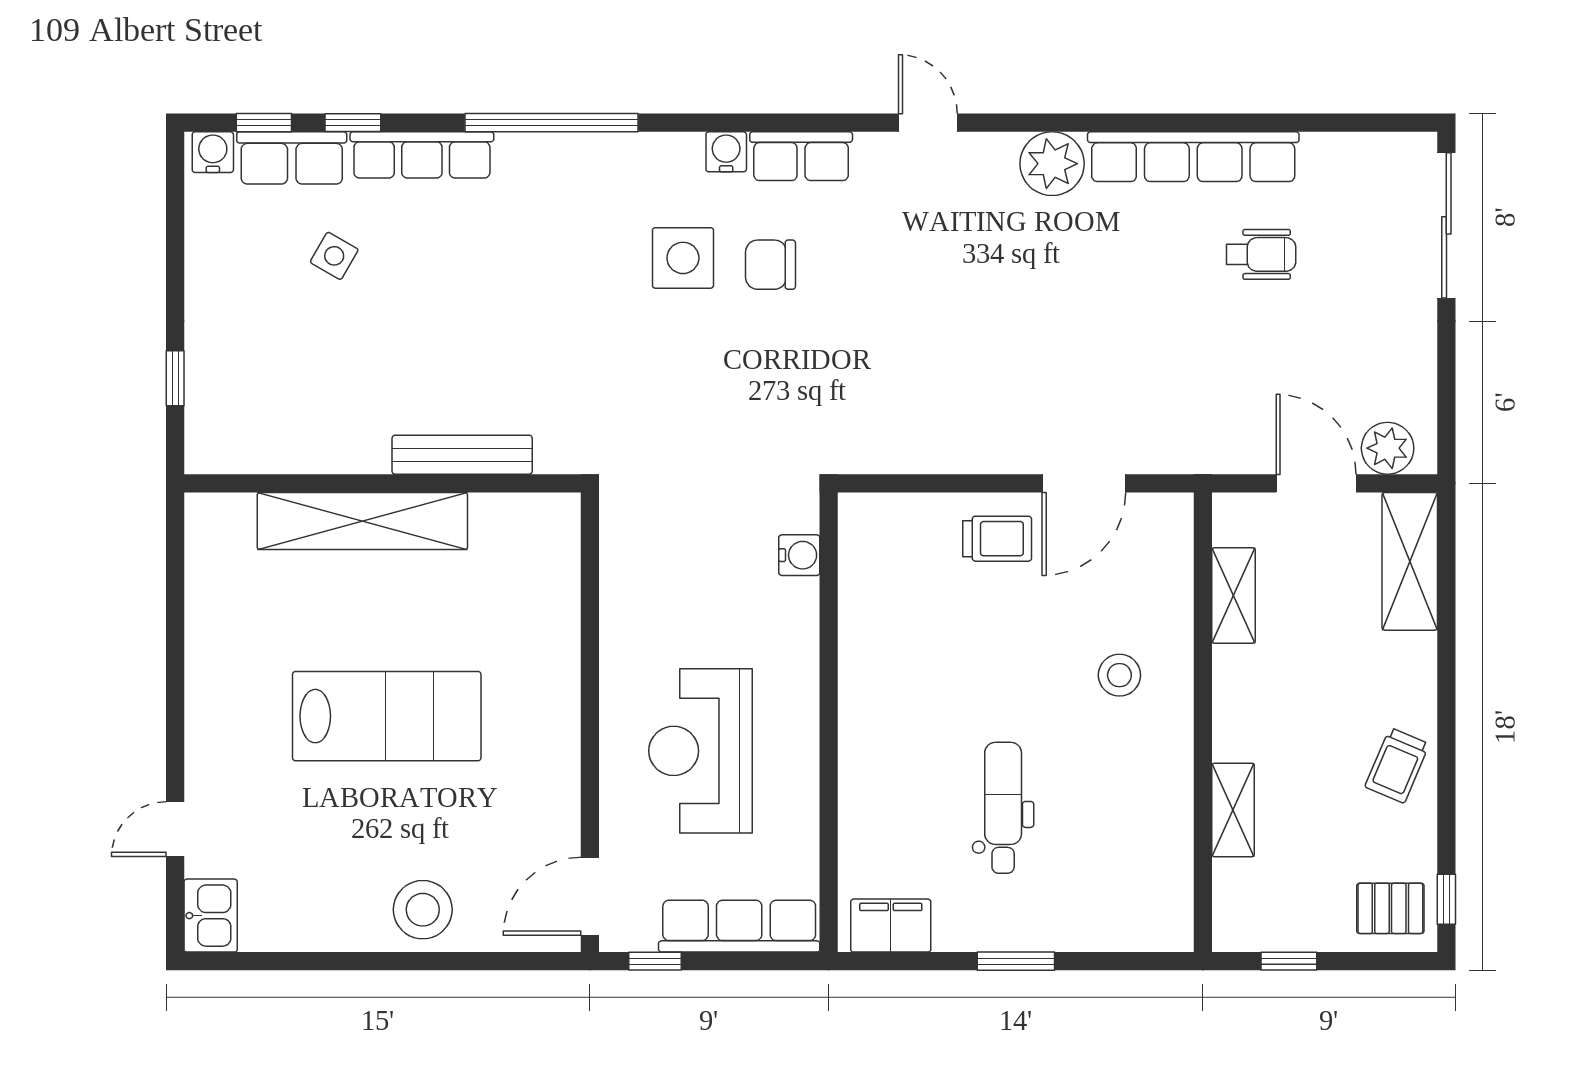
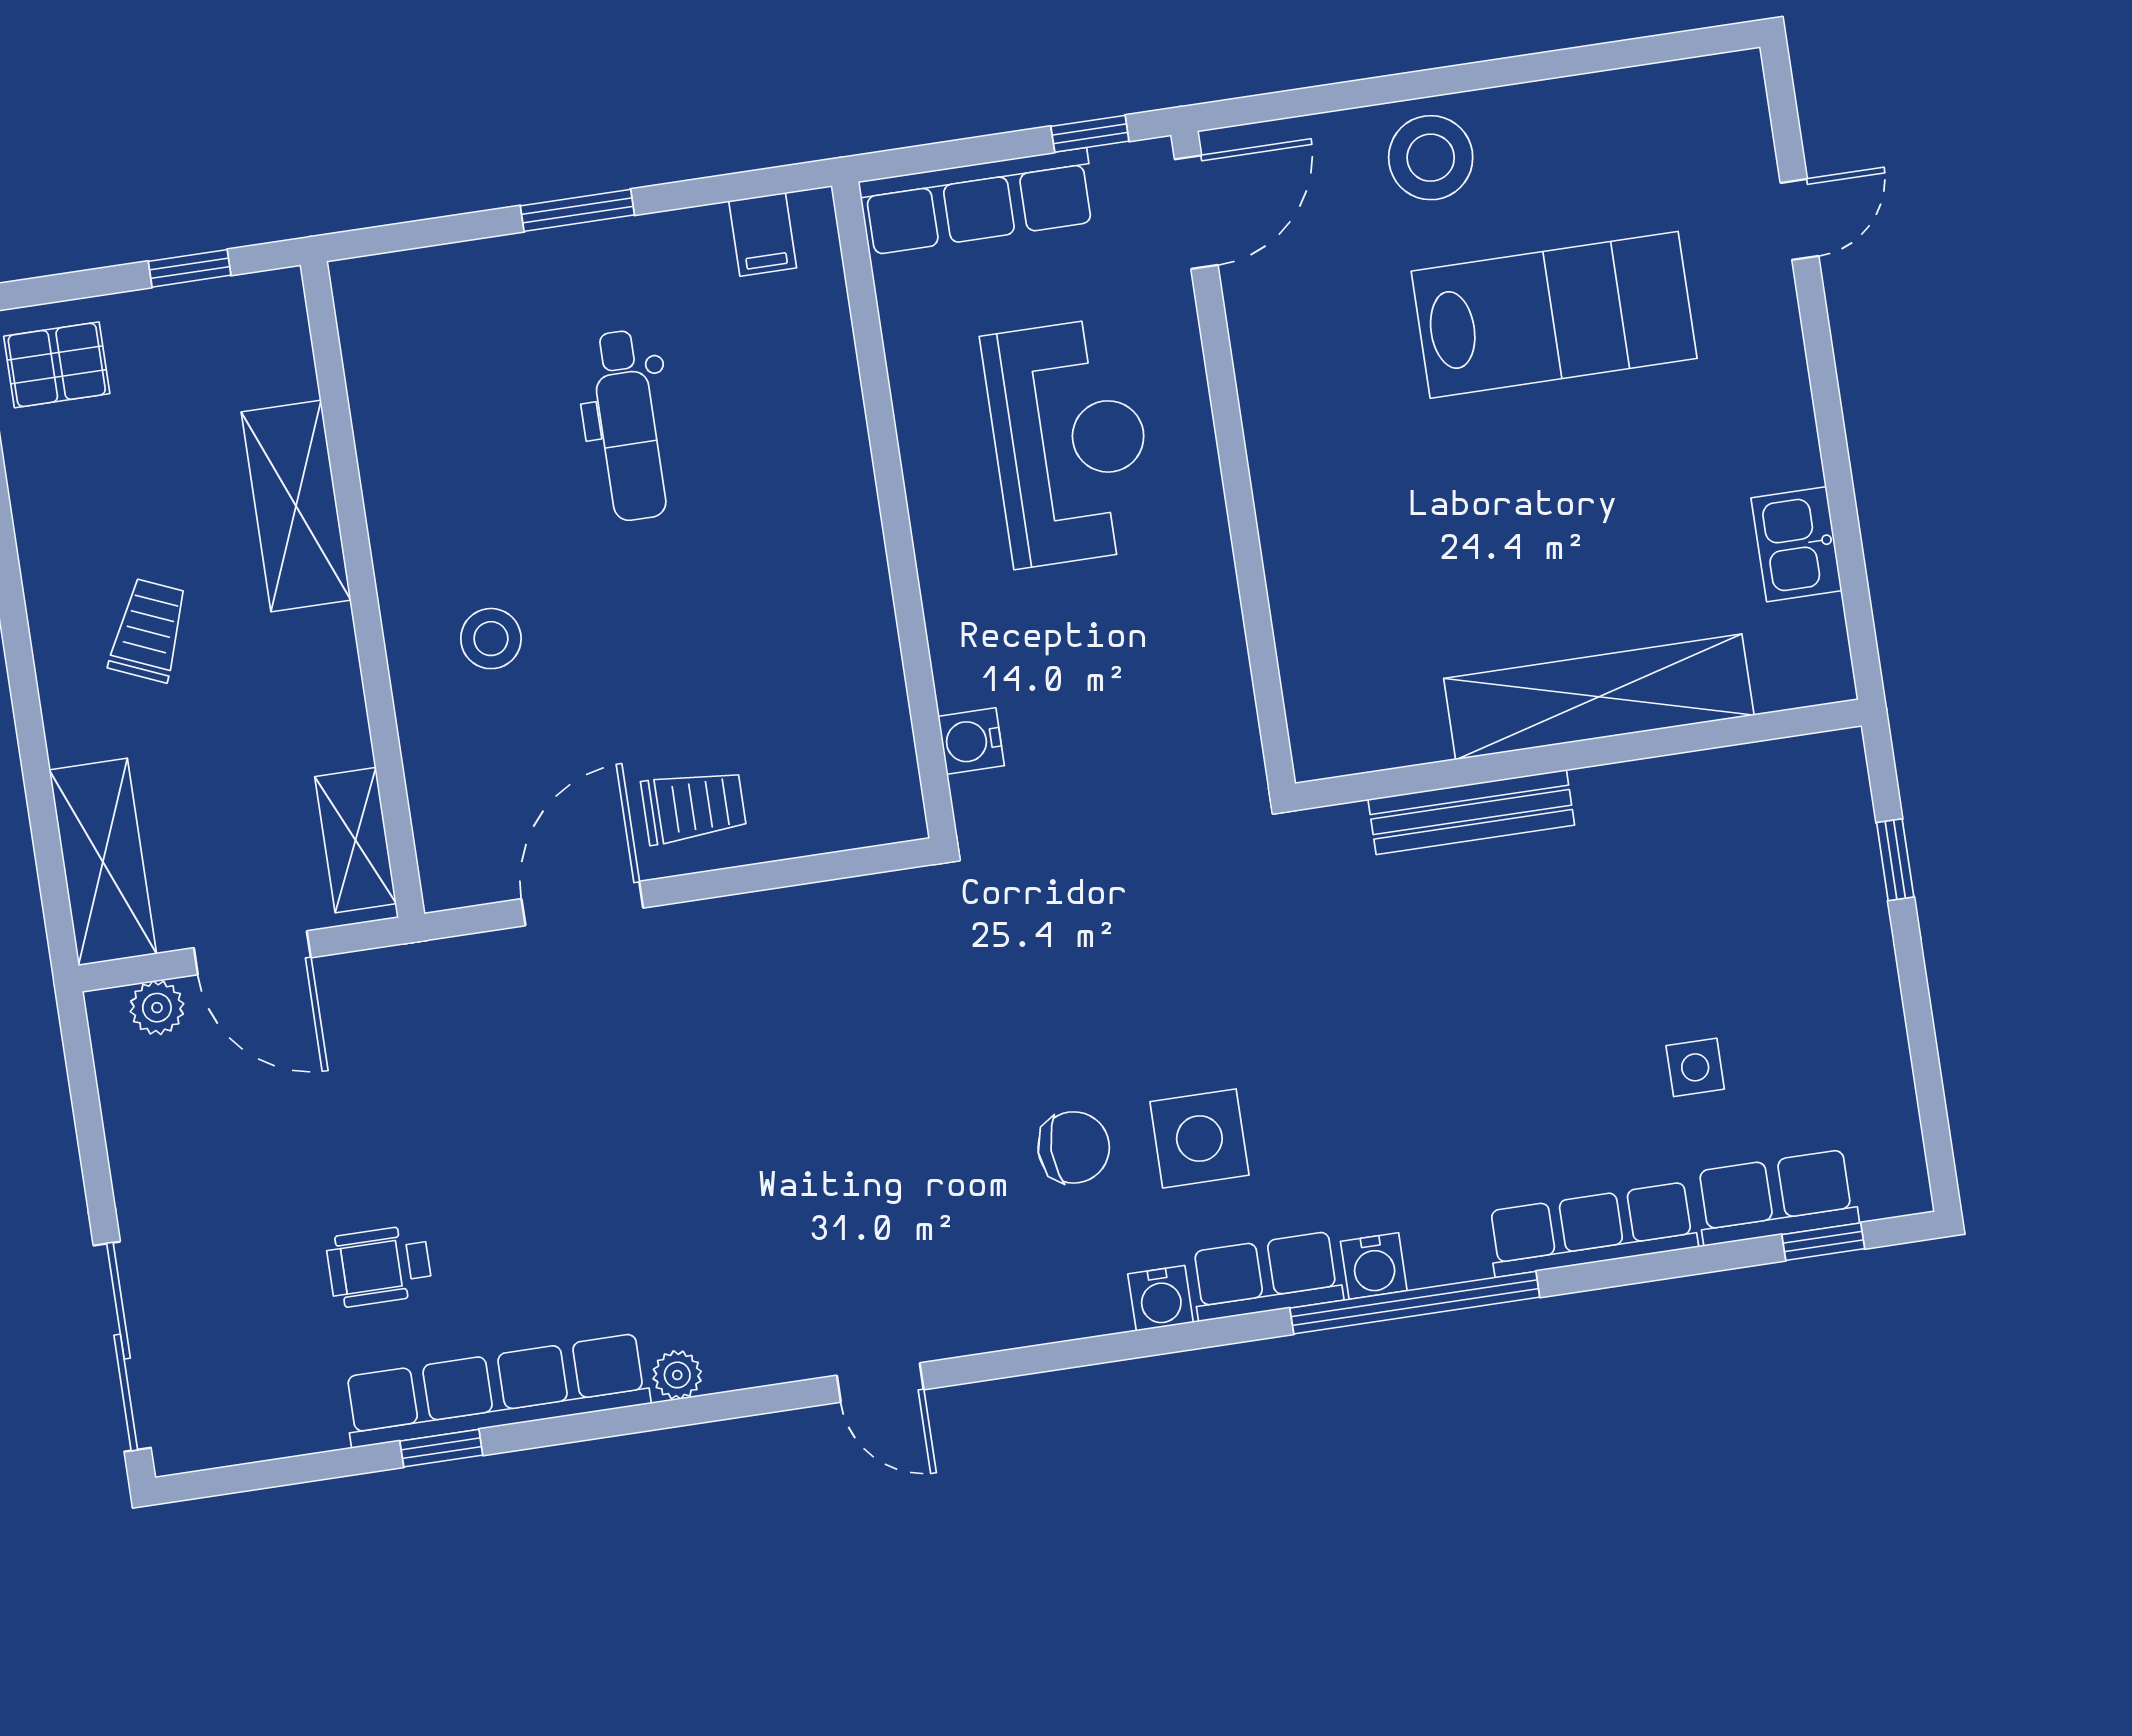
window: (353, 123) -> (441, 1448), moved
water cooler: (213, 152) -> (1374, 1266), moved
row of seats: (801, 156) -> (1266, 1276), moved
plant: (1052, 164) -> (677, 1375), width x0.53, depth x0.53
side table: (334, 256) -> (1695, 1067), turned -30
plant: (1388, 448) -> (157, 1008), width x0.73, depth x0.73
trolley: (997, 539) -> (694, 806), turned 180
shelving: (1234, 595) -> (356, 840), moved
lab bench: (387, 716) -> (1554, 315), moved, turned 180
trolley: (1397, 765) -> (149, 630), moved
shelving: (1233, 810) -> (296, 506), width x1.50, depth x1.33
kitchen sink: (211, 916) -> (1796, 544), moved
filing cabinet: (891, 926) -> (763, 234), width x0.50

